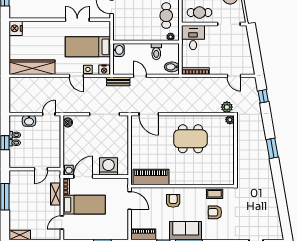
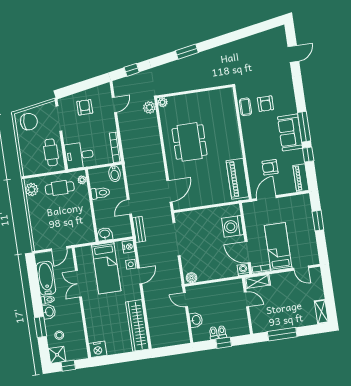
armchair: (236, 49) -> (85, 107), added
shelving: (56, 194) -> (257, 281), moved
armchair: (173, 201) -> (270, 167), moved

